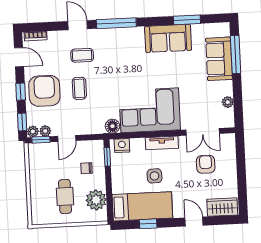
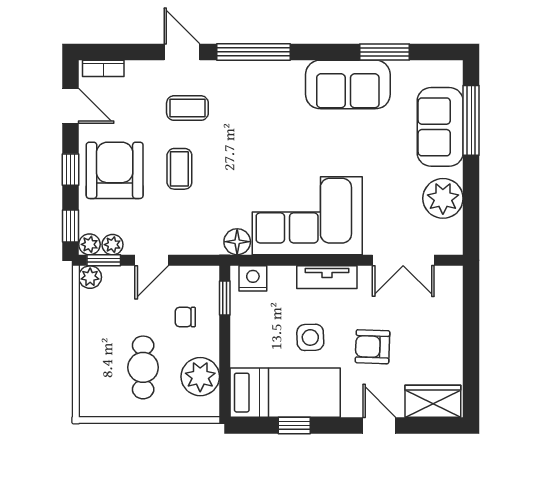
plant: (228, 102) -> (443, 198), width x1.87, depth x1.87
plant: (34, 149) -> (90, 277), added
armchair: (206, 164) -> (372, 347), moved, turned -88

